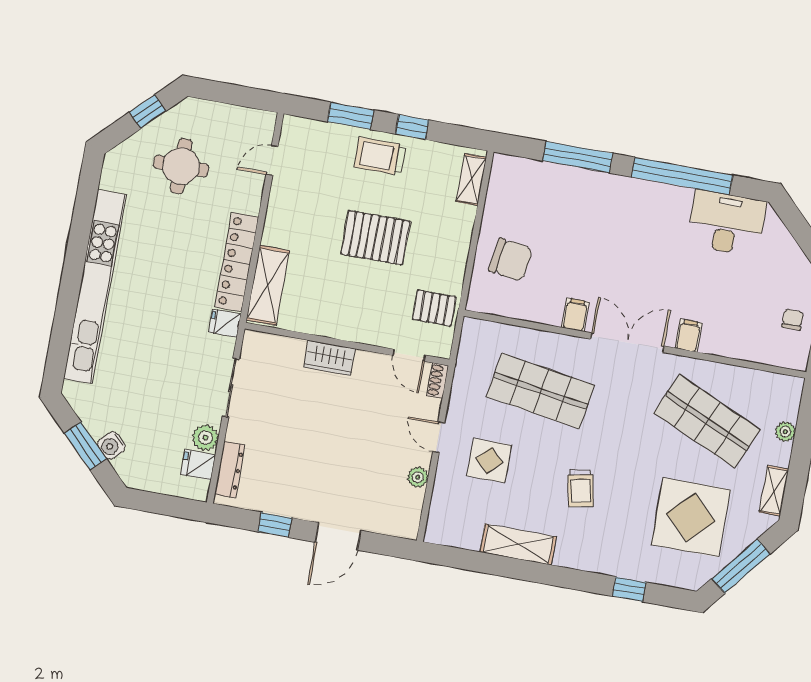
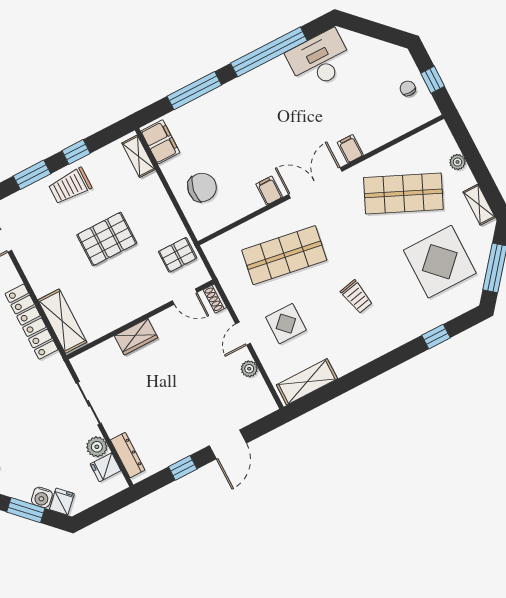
filing cabinet: (504, 182) -> (160, 142), added
fridge: (225, 323) -> (62, 502), moved, turned 135
door: (439, 437) -> (243, 334), hinge flipped
shelving: (518, 544) -> (307, 382), moved

